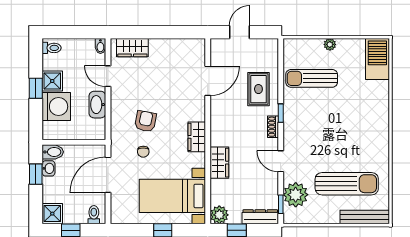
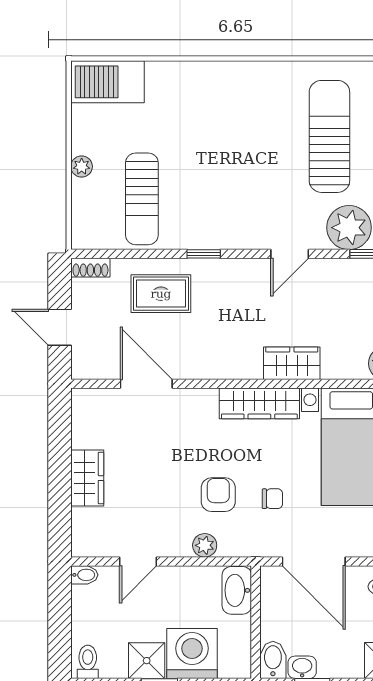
wardrobe: (132, 48) -> (87, 478), moved
washbasin: (97, 105) -> (237, 590), moved, turned 90
plant: (117, 114) -> (205, 545), added
armchair: (145, 121) -> (218, 495), turned 79
shoe rack: (273, 127) -> (90, 268), moved
wardrobe: (197, 137) -> (259, 403), width x1.50

